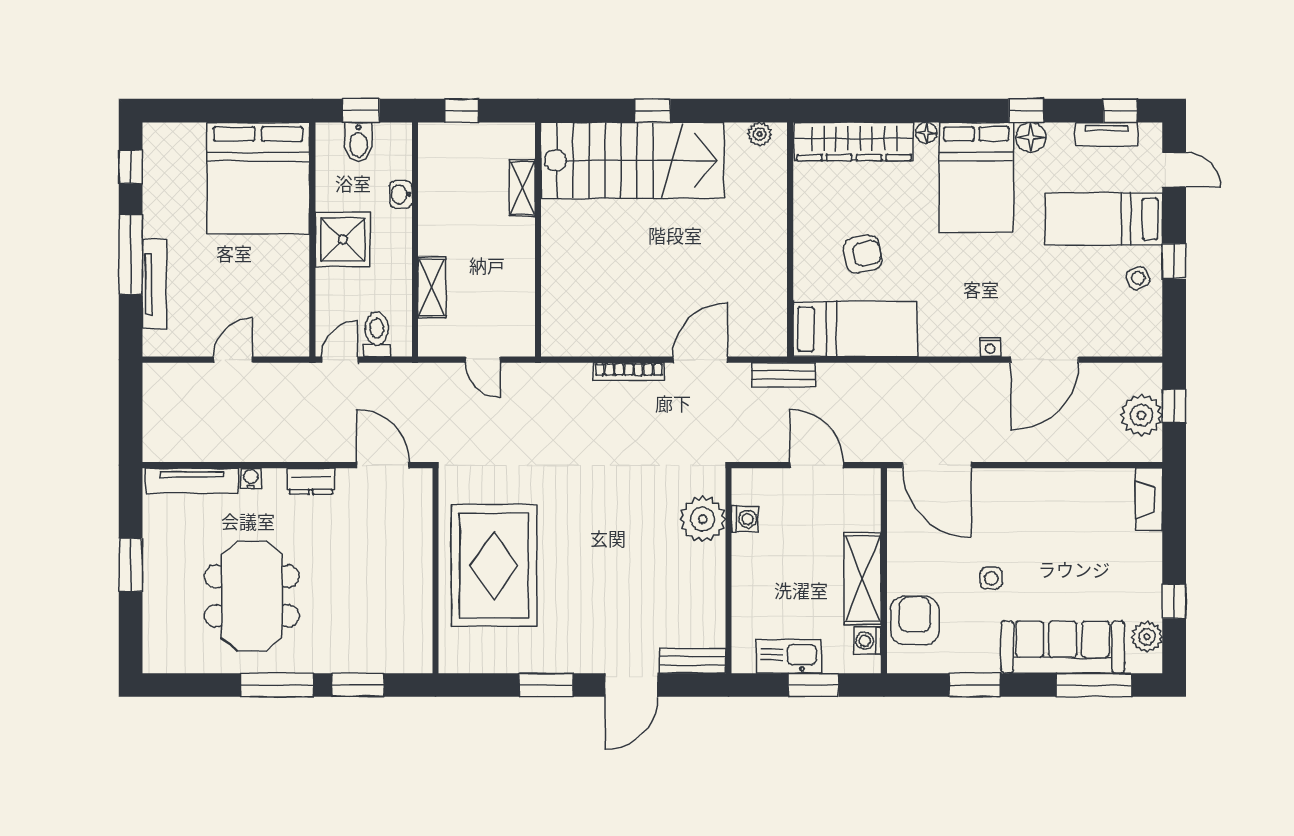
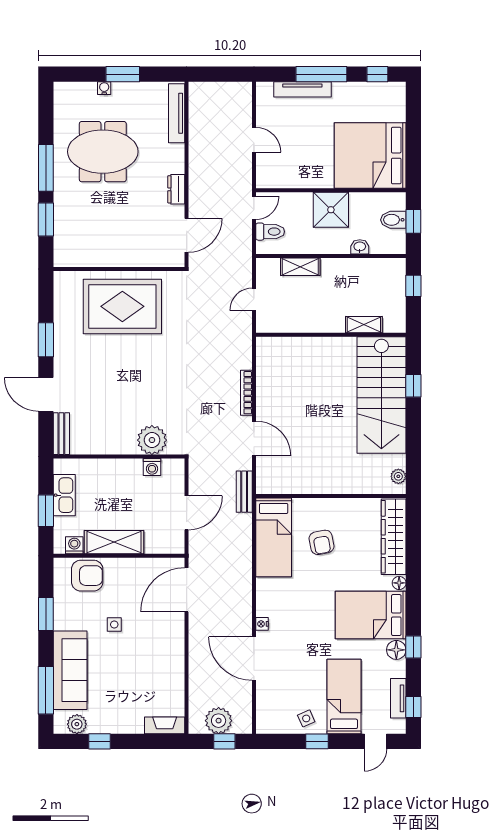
window: (652, 111) -> (413, 386), moved
door: (340, 360) -> (254, 208), hinge flipped
water cooler: (251, 478) -> (104, 88), moved, turned -90

